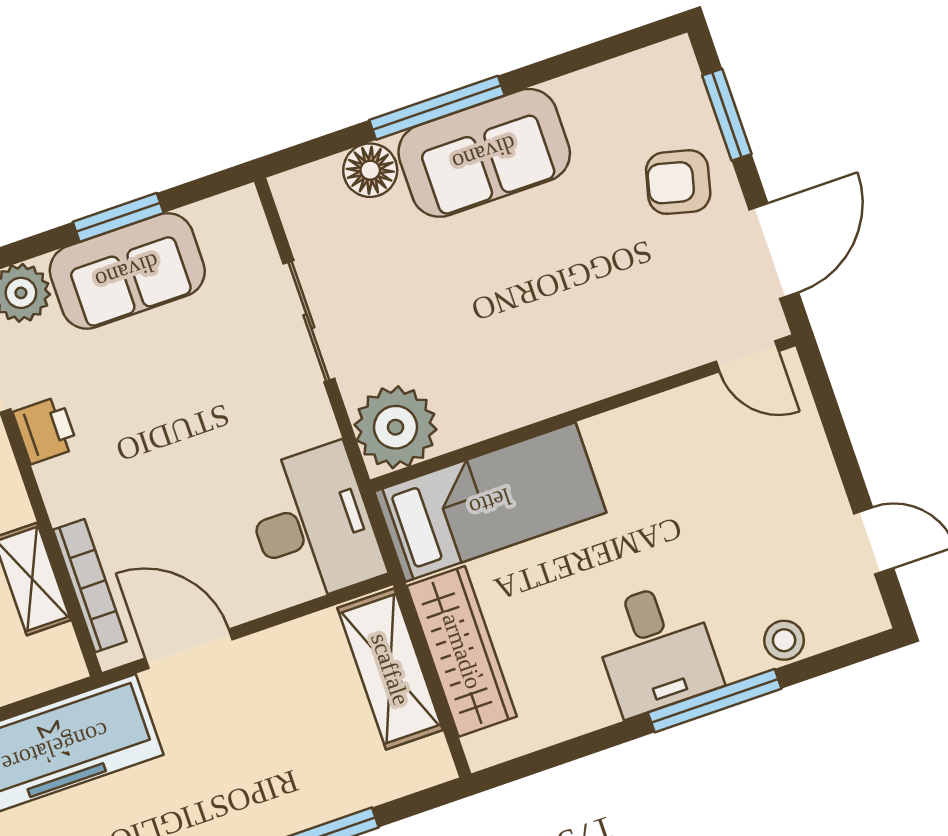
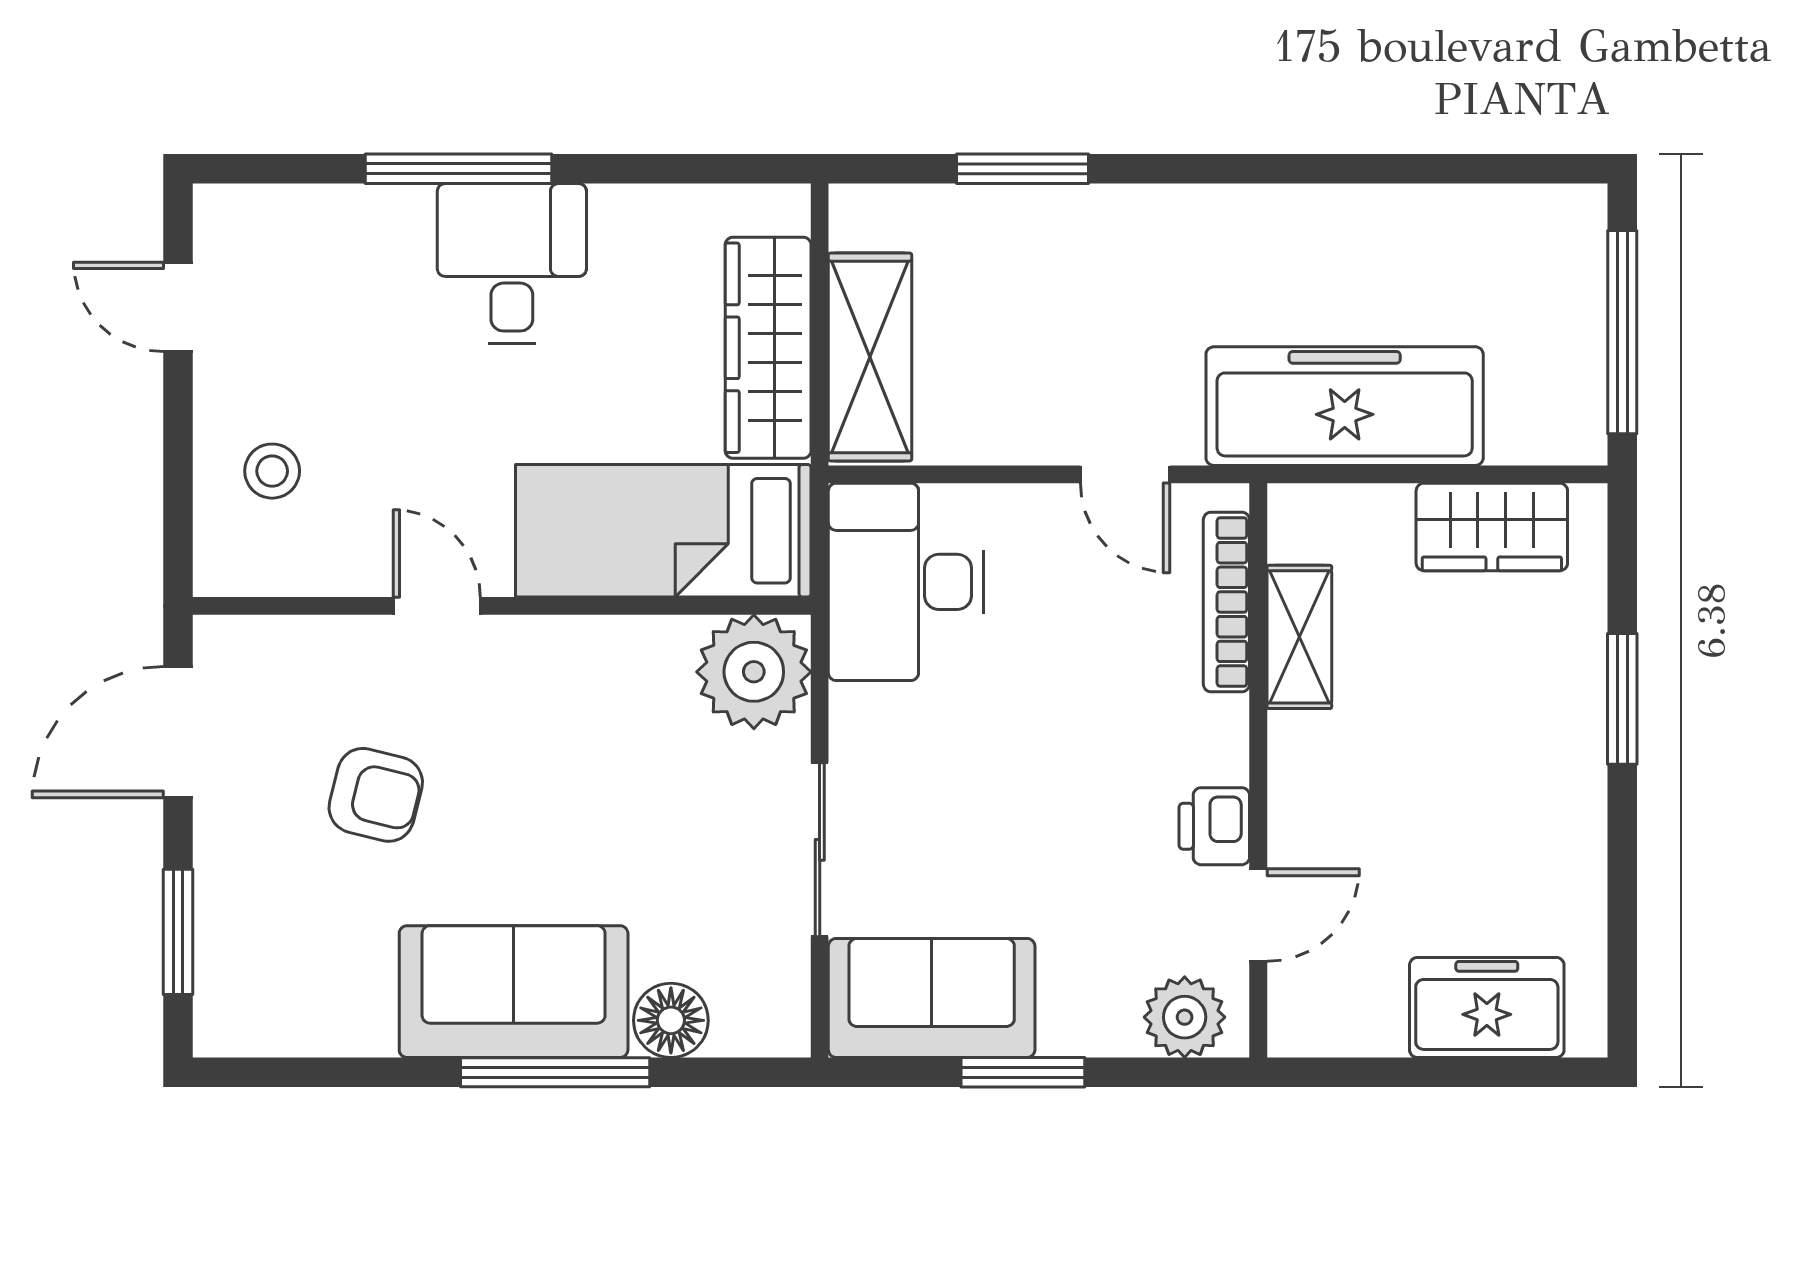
armchair: (678, 182) -> (376, 795), moved
sofa: (127, 271) -> (932, 998), moved
door: (747, 356) -> (437, 606), moved
stool: (784, 640) -> (272, 471), moved
door: (189, 649) -> (1125, 474), width x0.73

